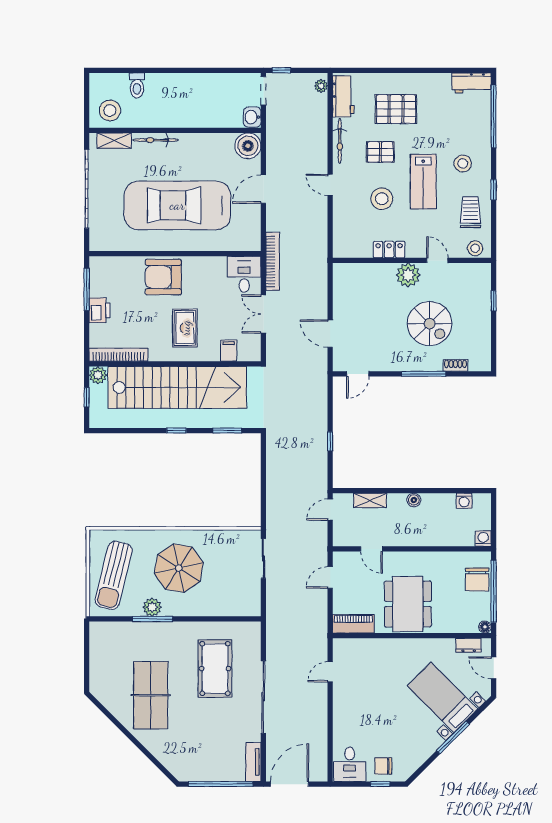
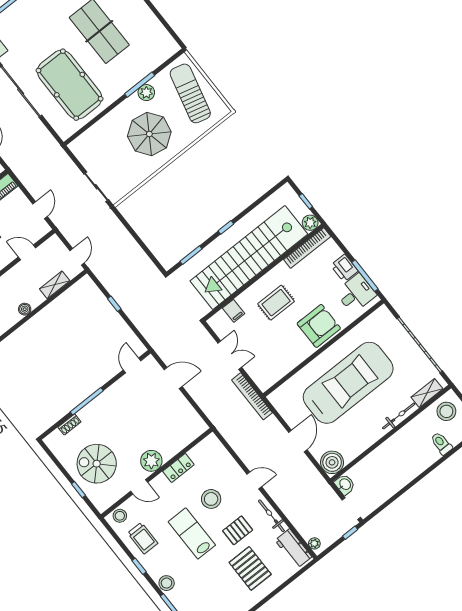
pallet: (396, 109) -> (250, 568), turned 90
stool: (463, 163) -> (167, 583), moved
desk: (244, 274) -> (356, 293), moved, turned -90
spiral stairs: (430, 324) -> (97, 464), moved
rug: (185, 328) -> (276, 303), turned 90
pool table: (215, 669) -> (70, 85), width x1.36, depth x1.32

